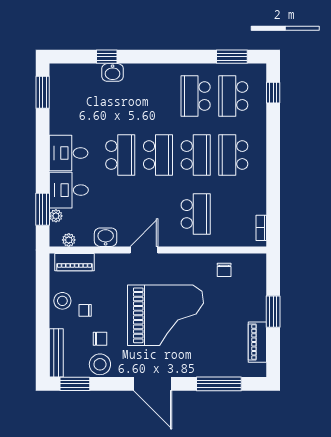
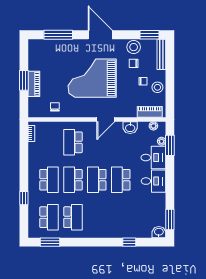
washbasin: (113, 72) -> (159, 232), moved
window: (273, 93) -> (24, 198), moved
piano: (257, 342) -> (34, 84), moved

